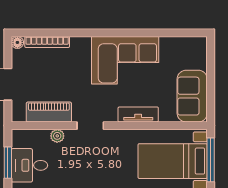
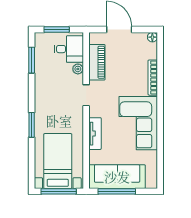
bookcase: (47, 42) -> (153, 78), moved
window: (211, 87) -> (117, 191), added
sofa: (192, 96) -> (117, 177), width x1.36
desk: (29, 165) -> (69, 49), moved, turned 90

